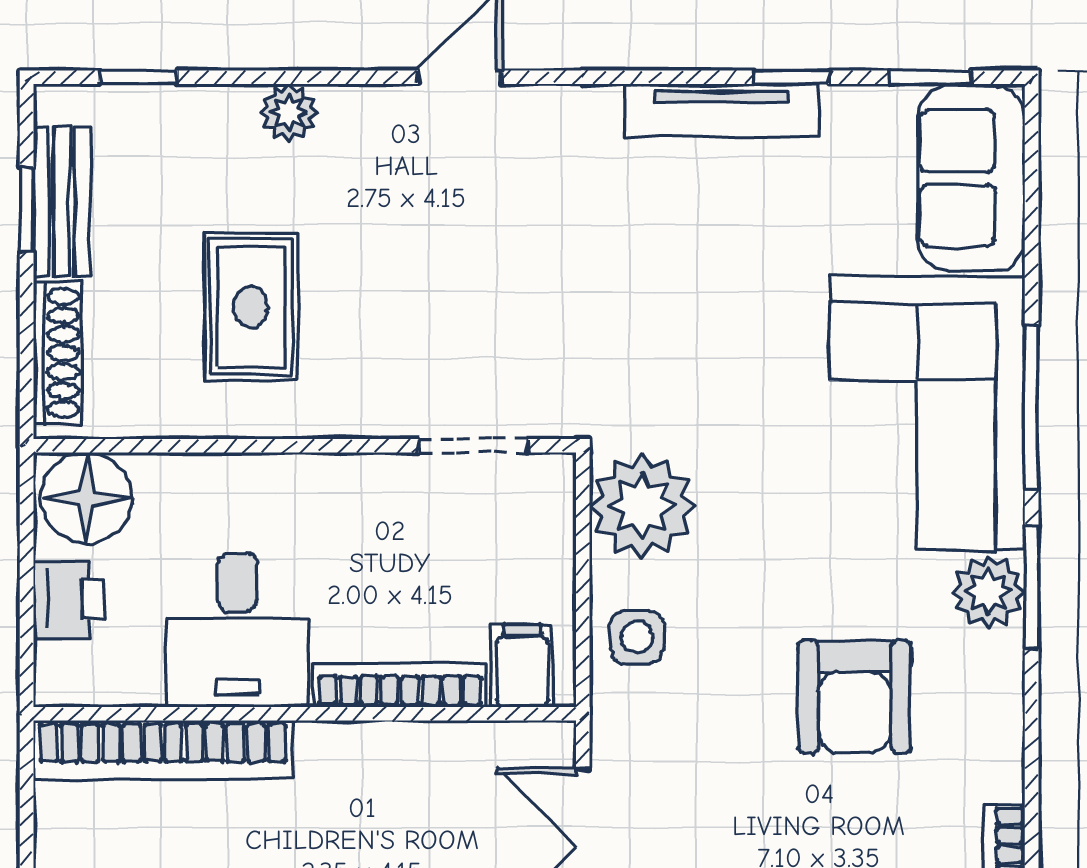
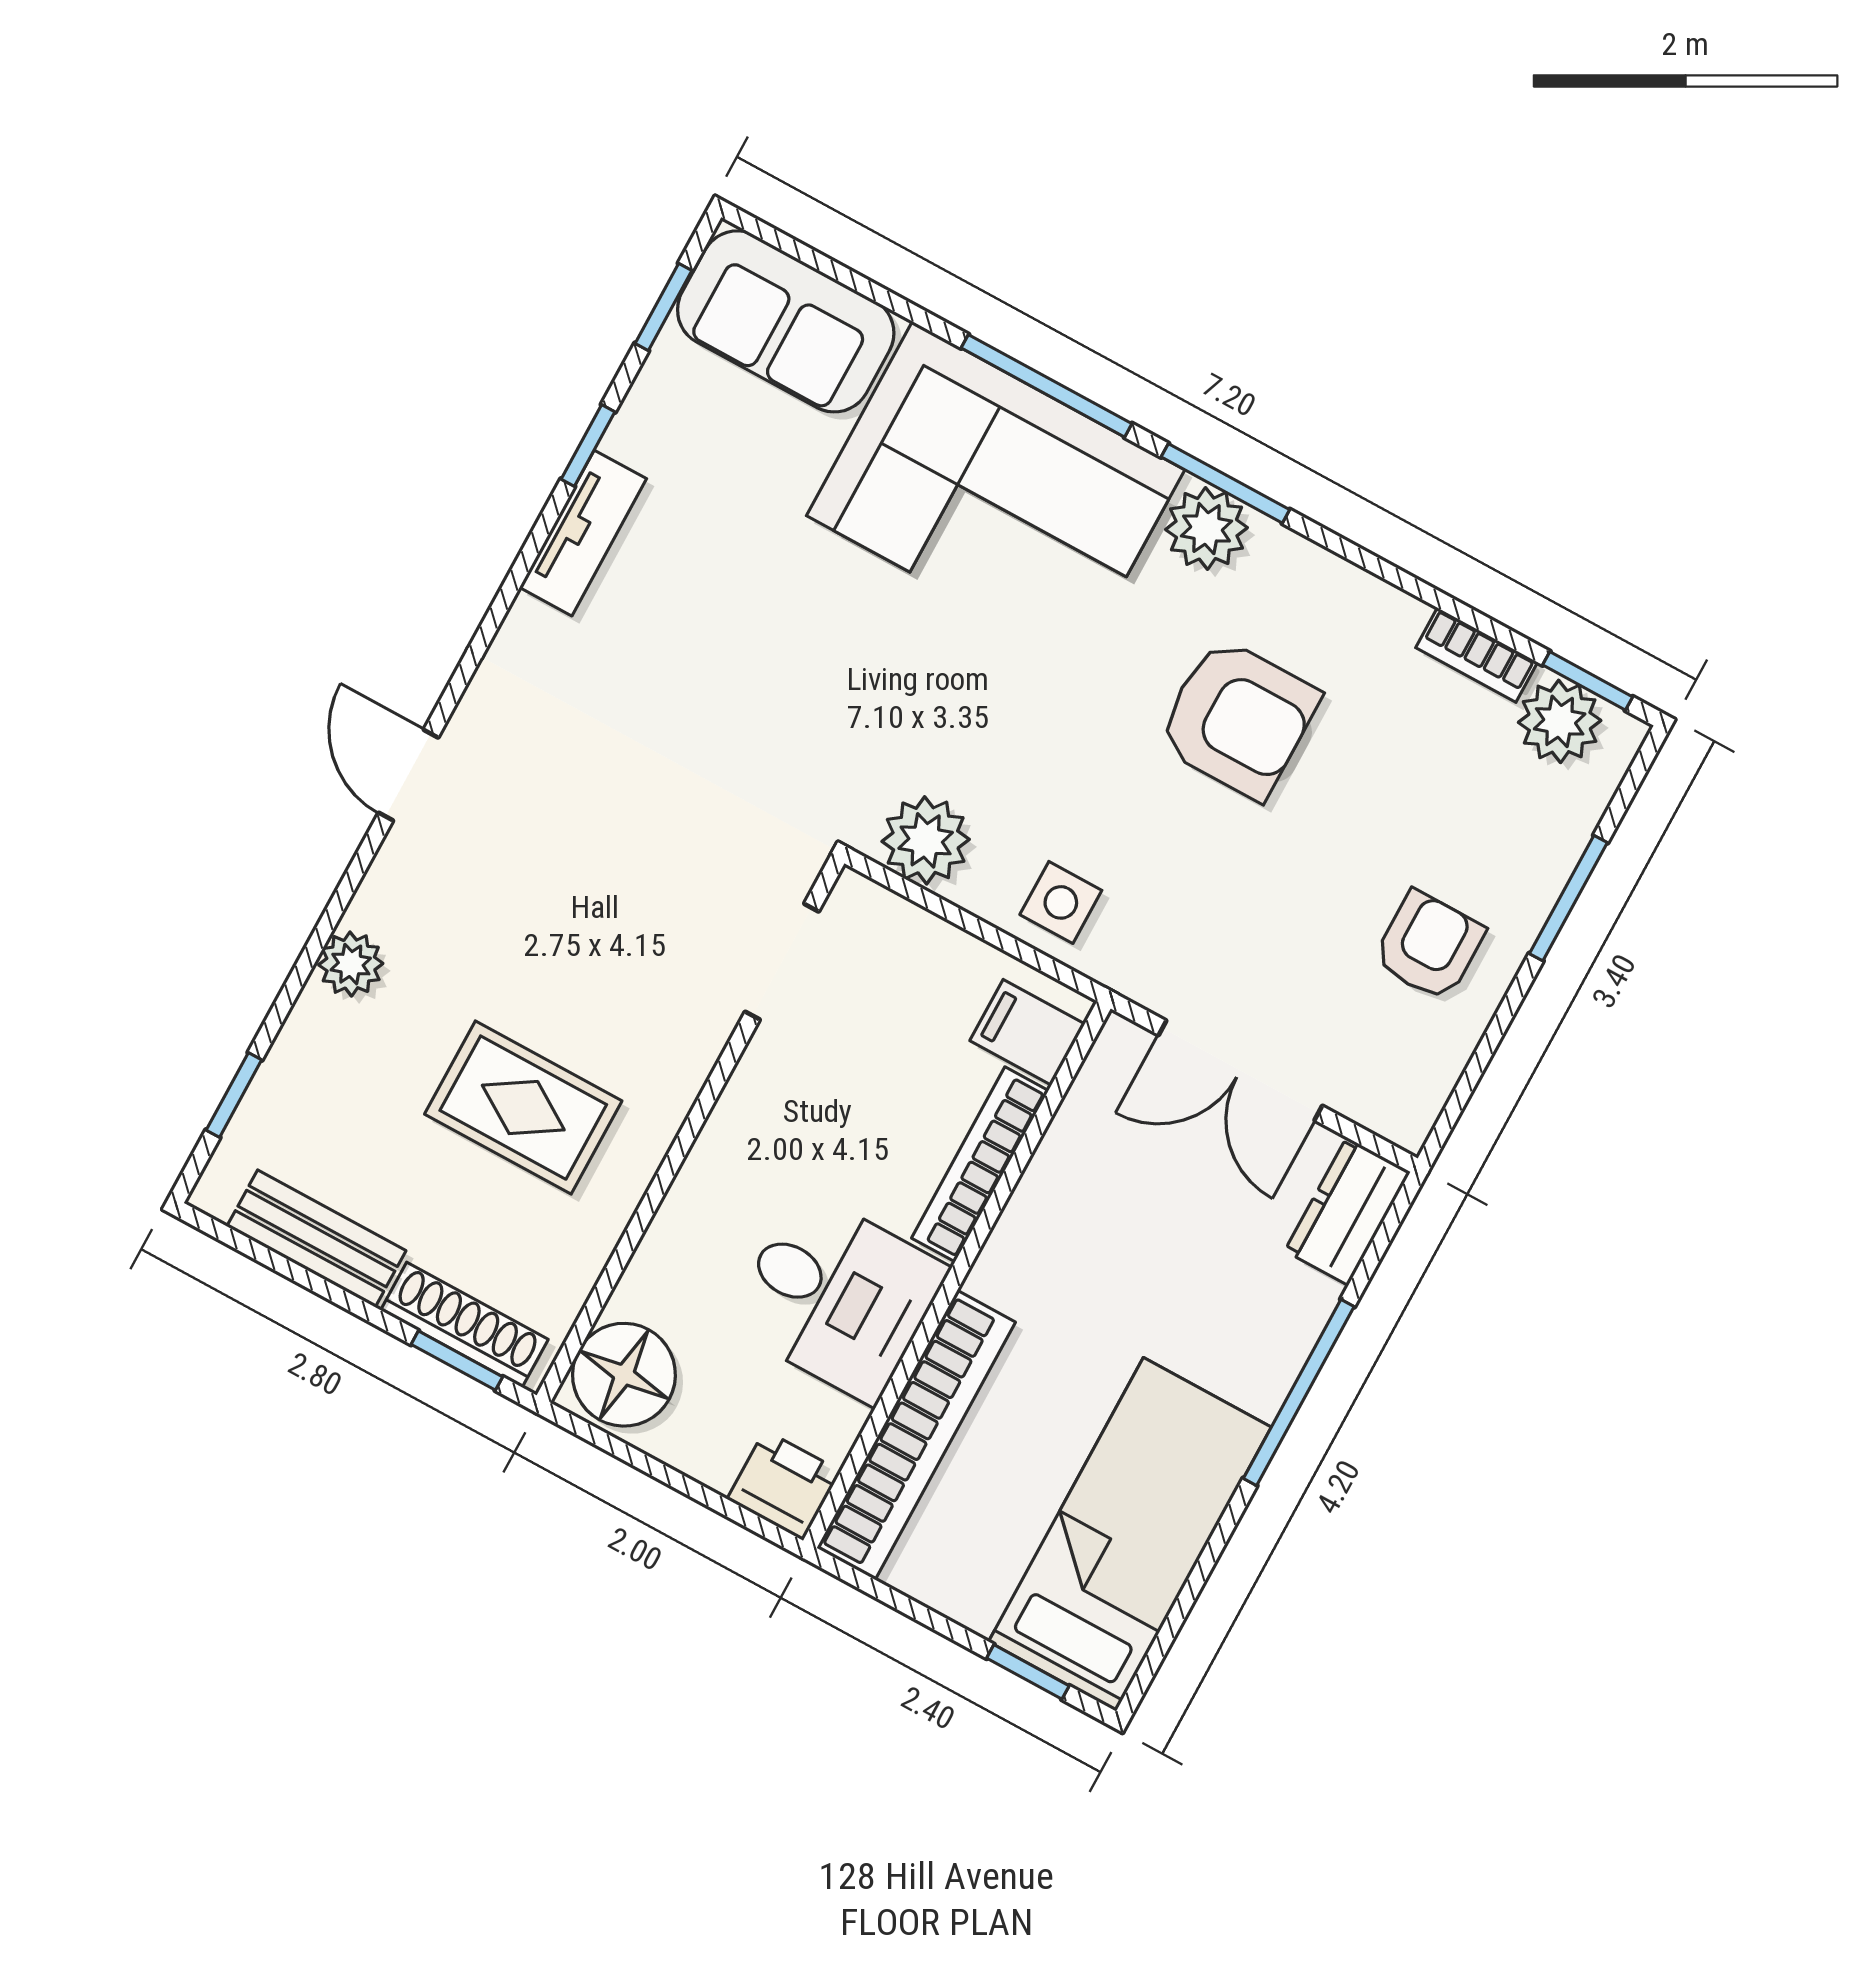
tv unit: (722, 110) -> (583, 533), width x0.71
window: (27, 210) -> (457, 1361), moved
plant: (642, 506) -> (926, 840), width x0.73, depth x0.73
printer: (68, 599) -> (784, 1485), moved

